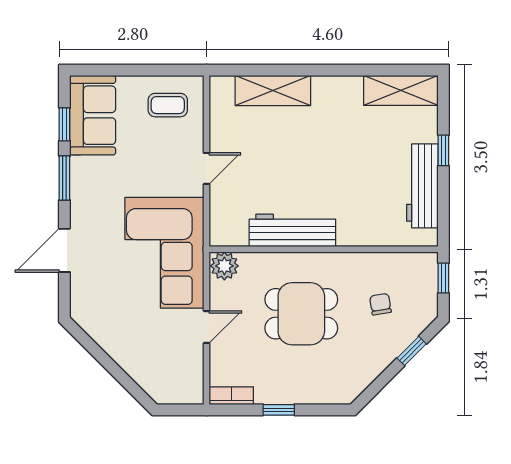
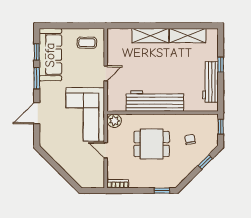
shelving: (401, 90) -> (188, 36), moved
shelving: (273, 91) -> (150, 36), moved
sofa: (93, 115) -> (50, 55), width x1.36
workbench: (292, 230) -> (155, 101), width x1.36, depth x1.32
door: (207, 327) -> (106, 150), swing flipped
window: (279, 410) -> (162, 191), moved

